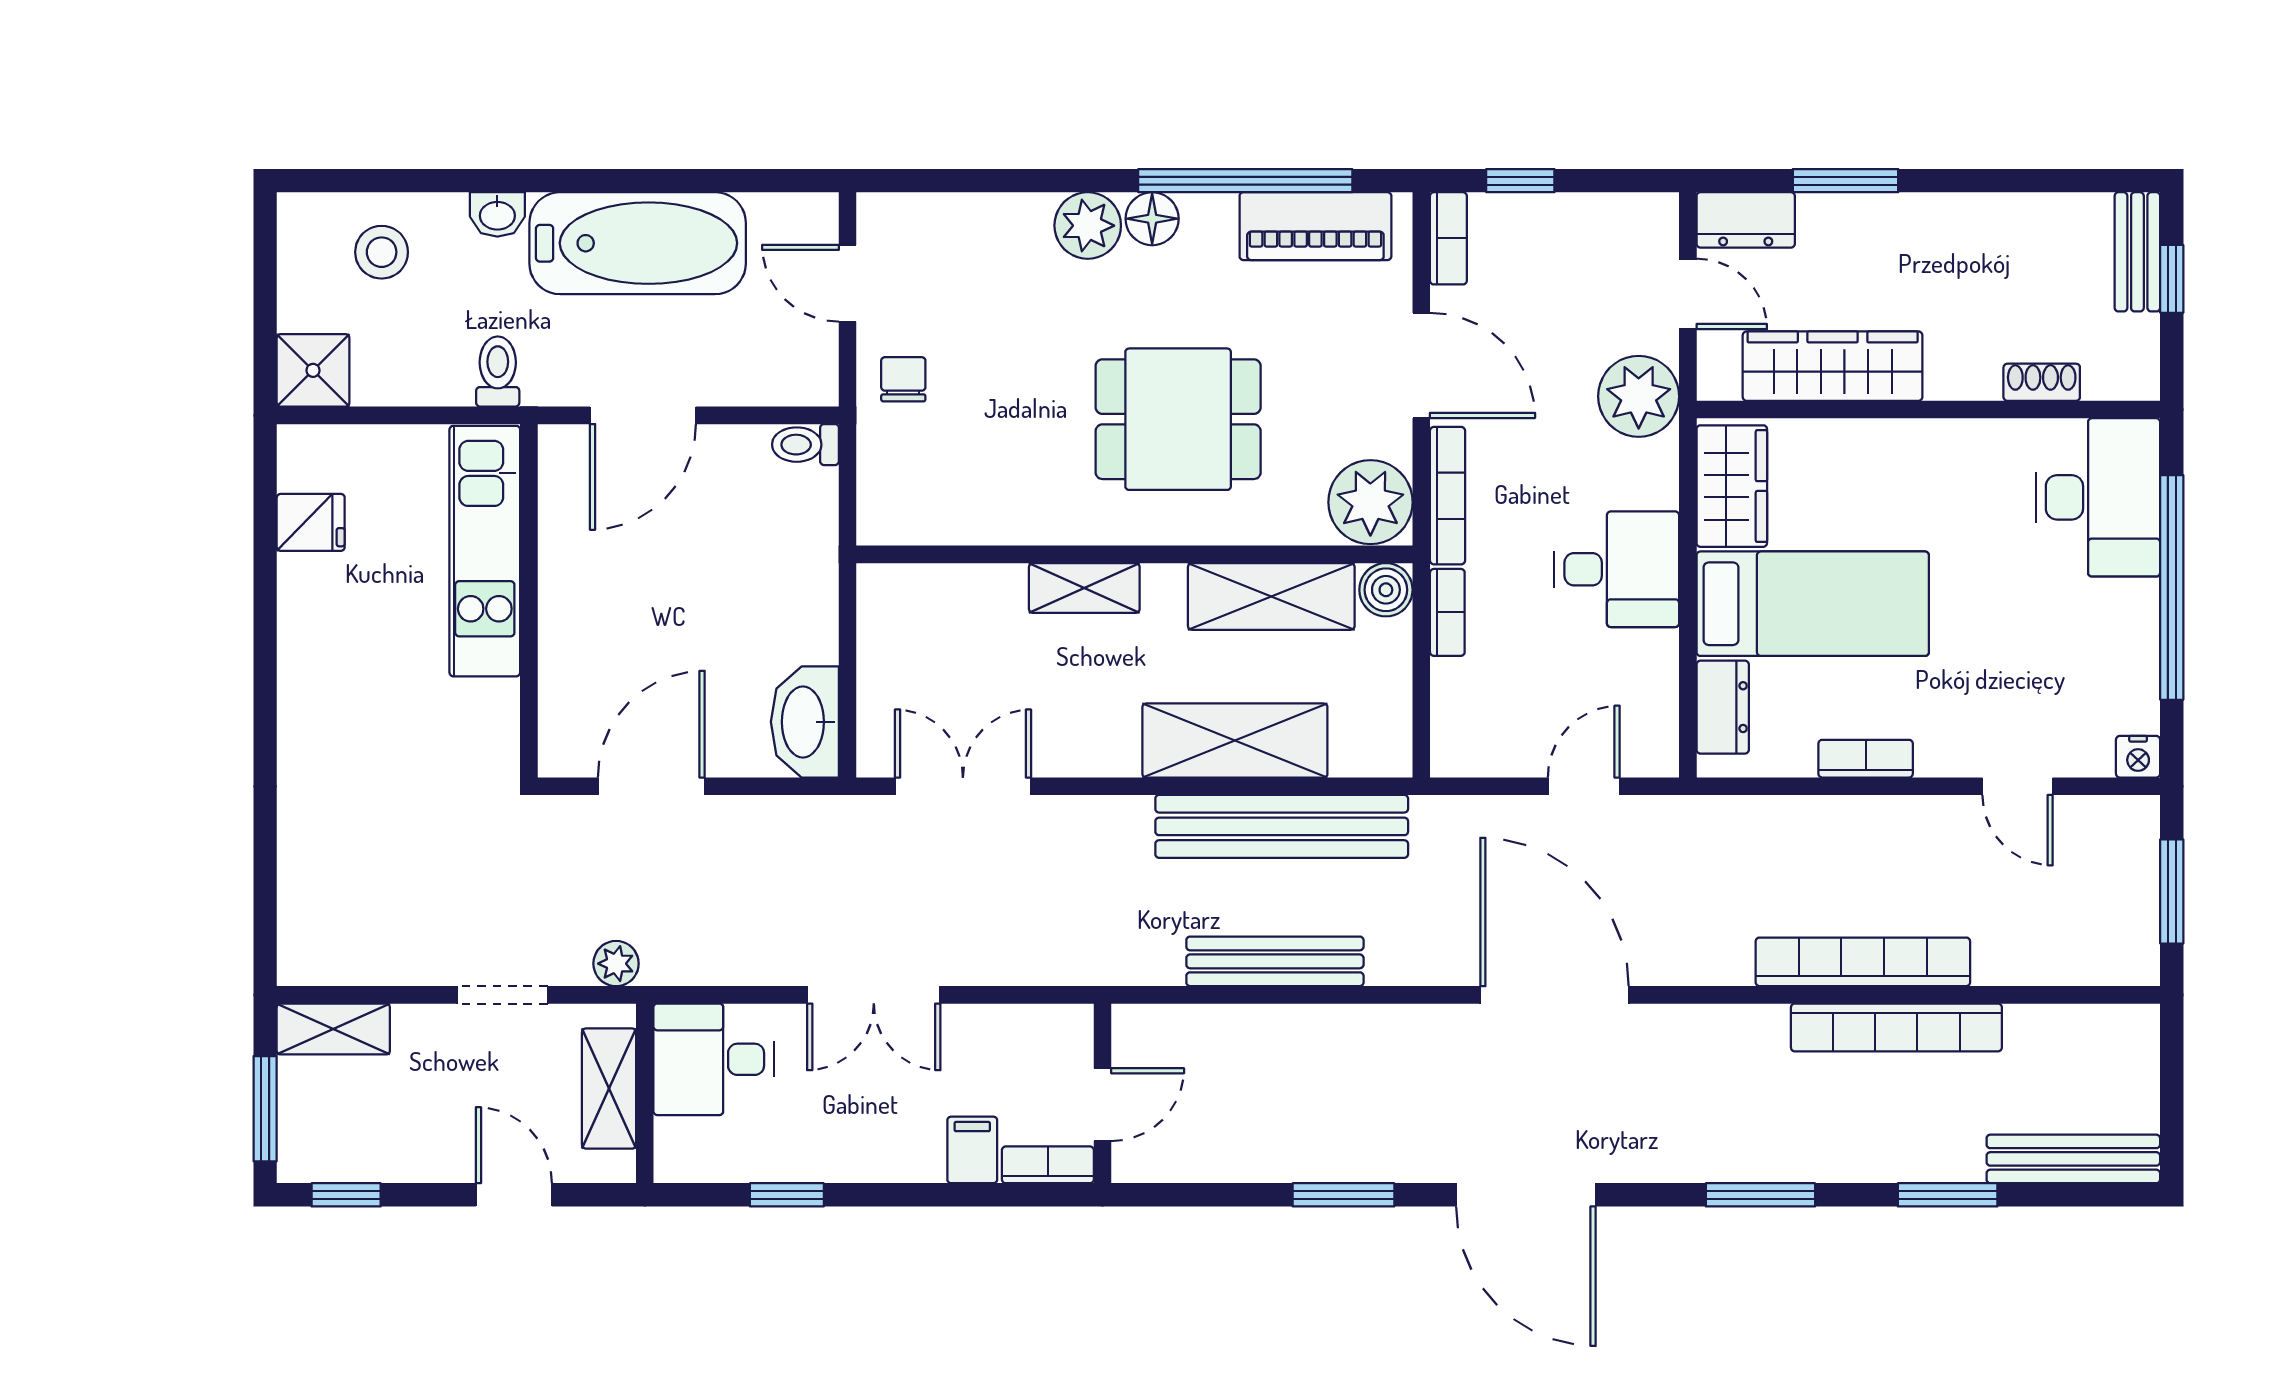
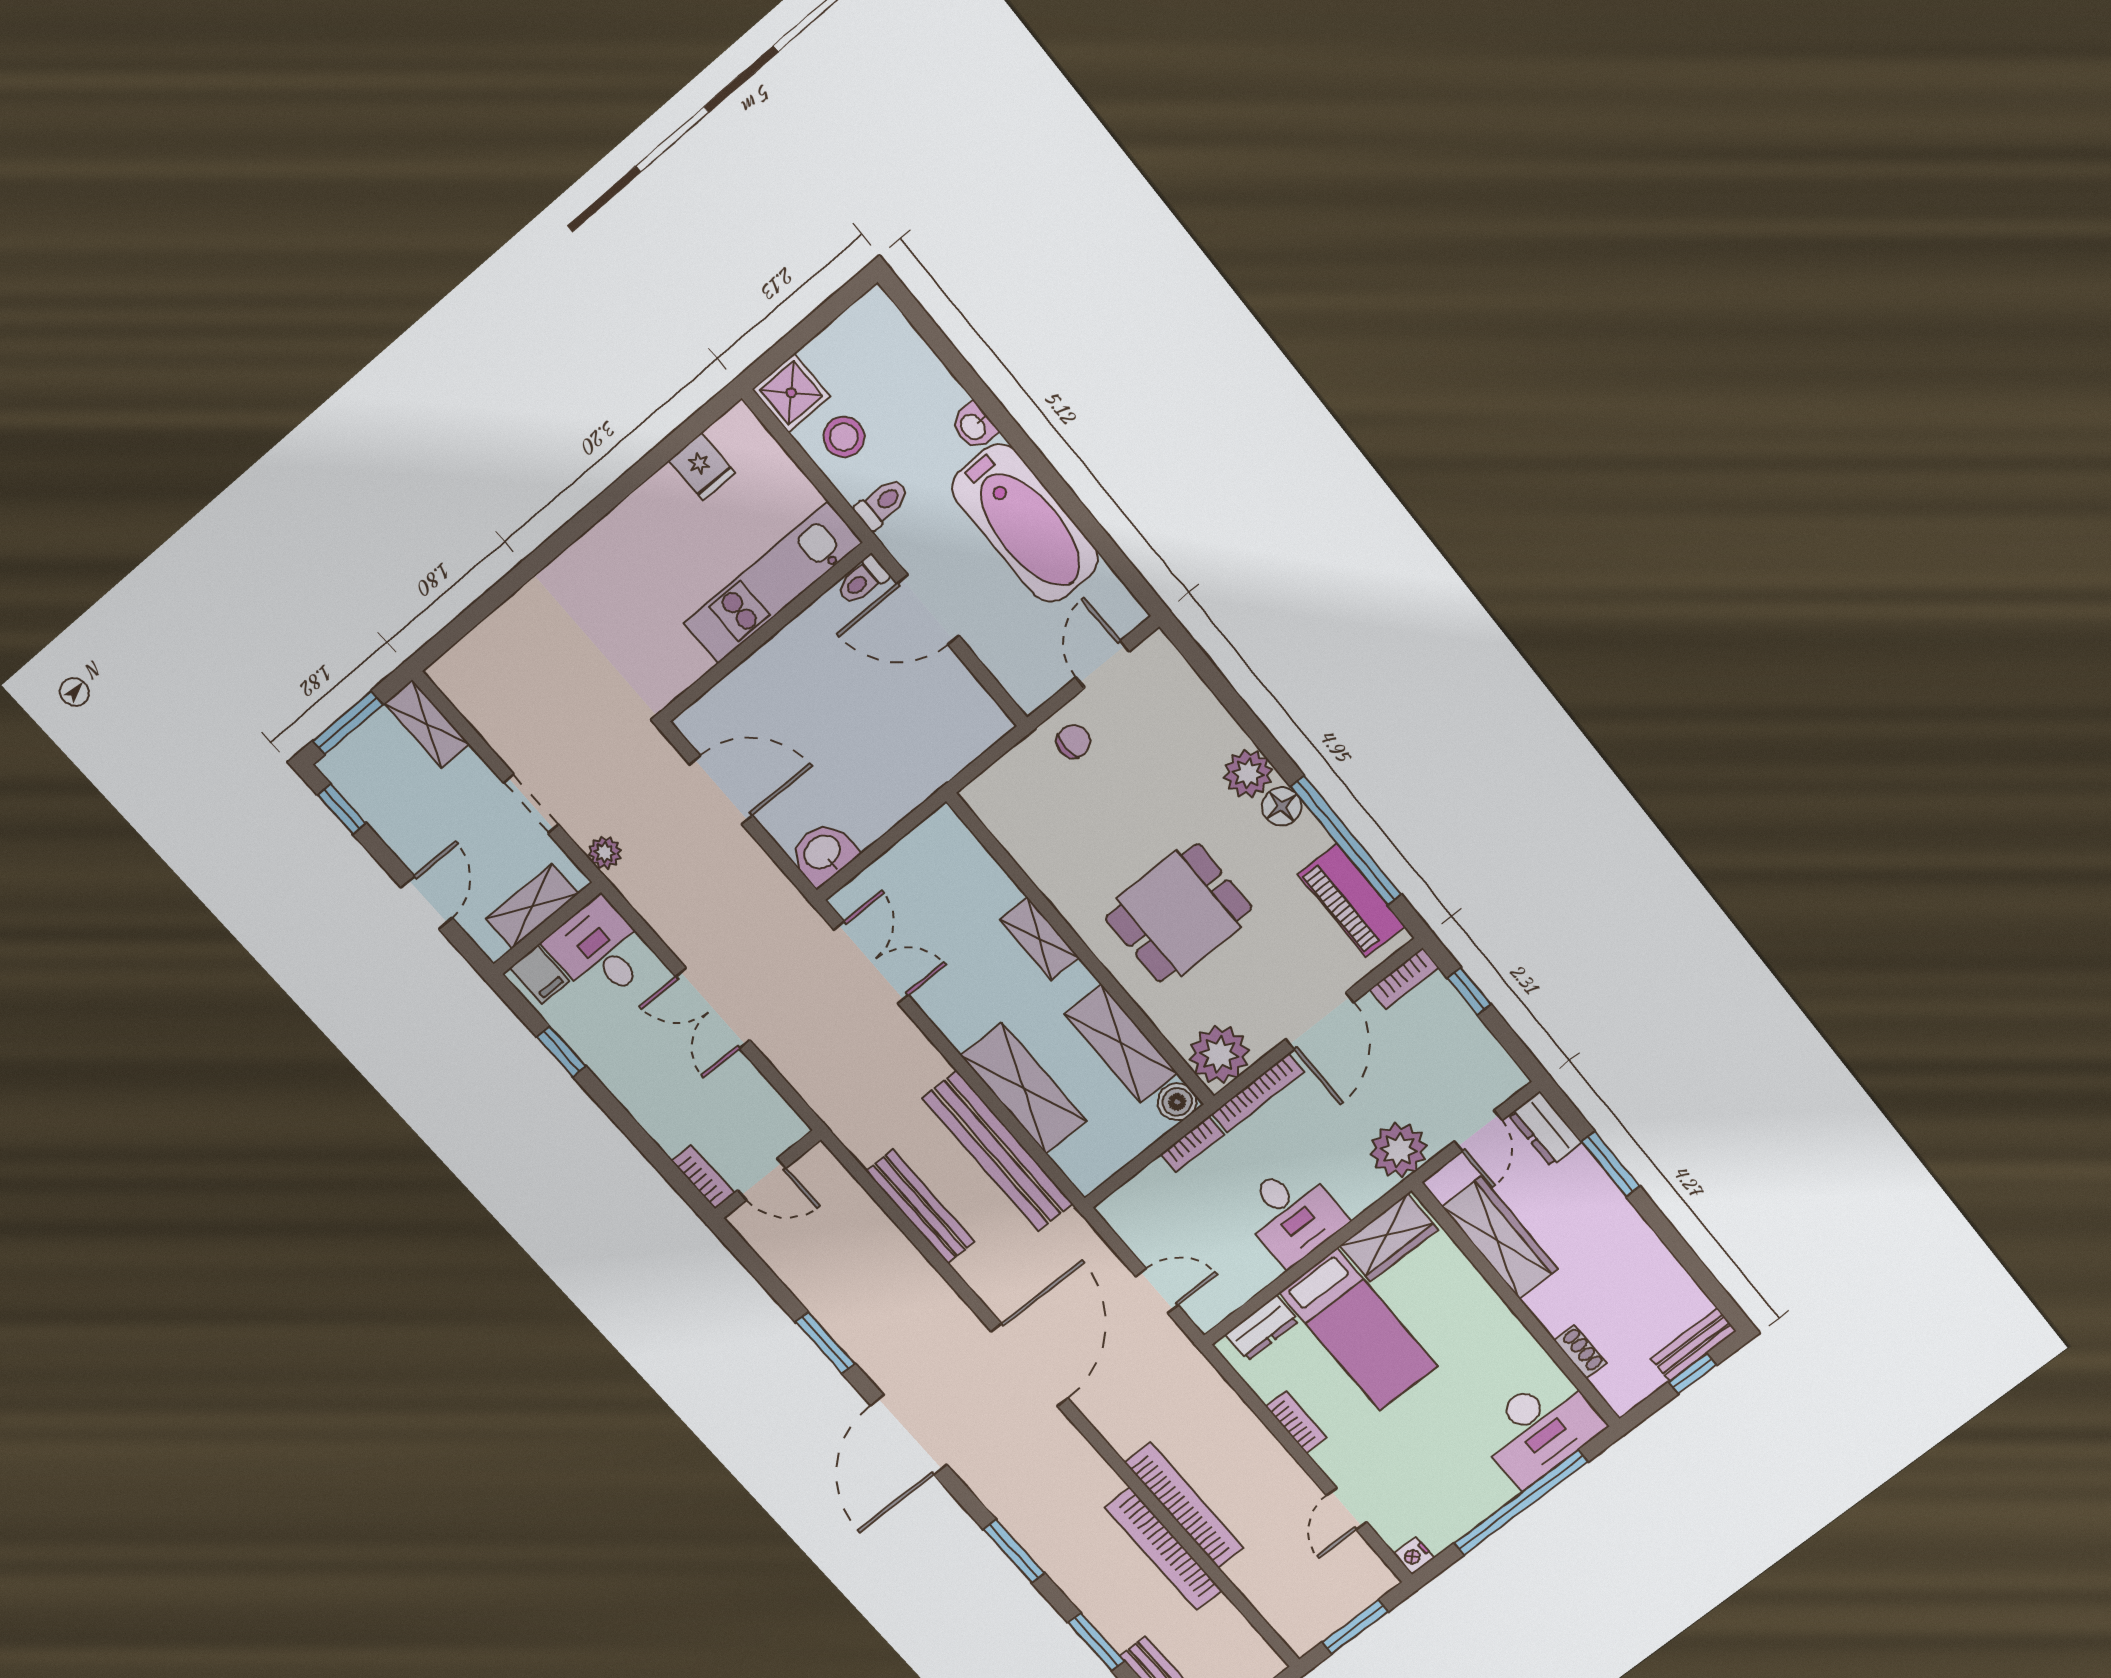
stool: (382, 252) -> (844, 437), moved
dining table: (1178, 419) -> (1179, 913), turned 90
toilet: (805, 445) -> (862, 581), moved, turned -90
washbasin: (805, 722) -> (823, 853), width x0.72
filing cabinet: (972, 1150) -> (540, 975), moved, turned 90

